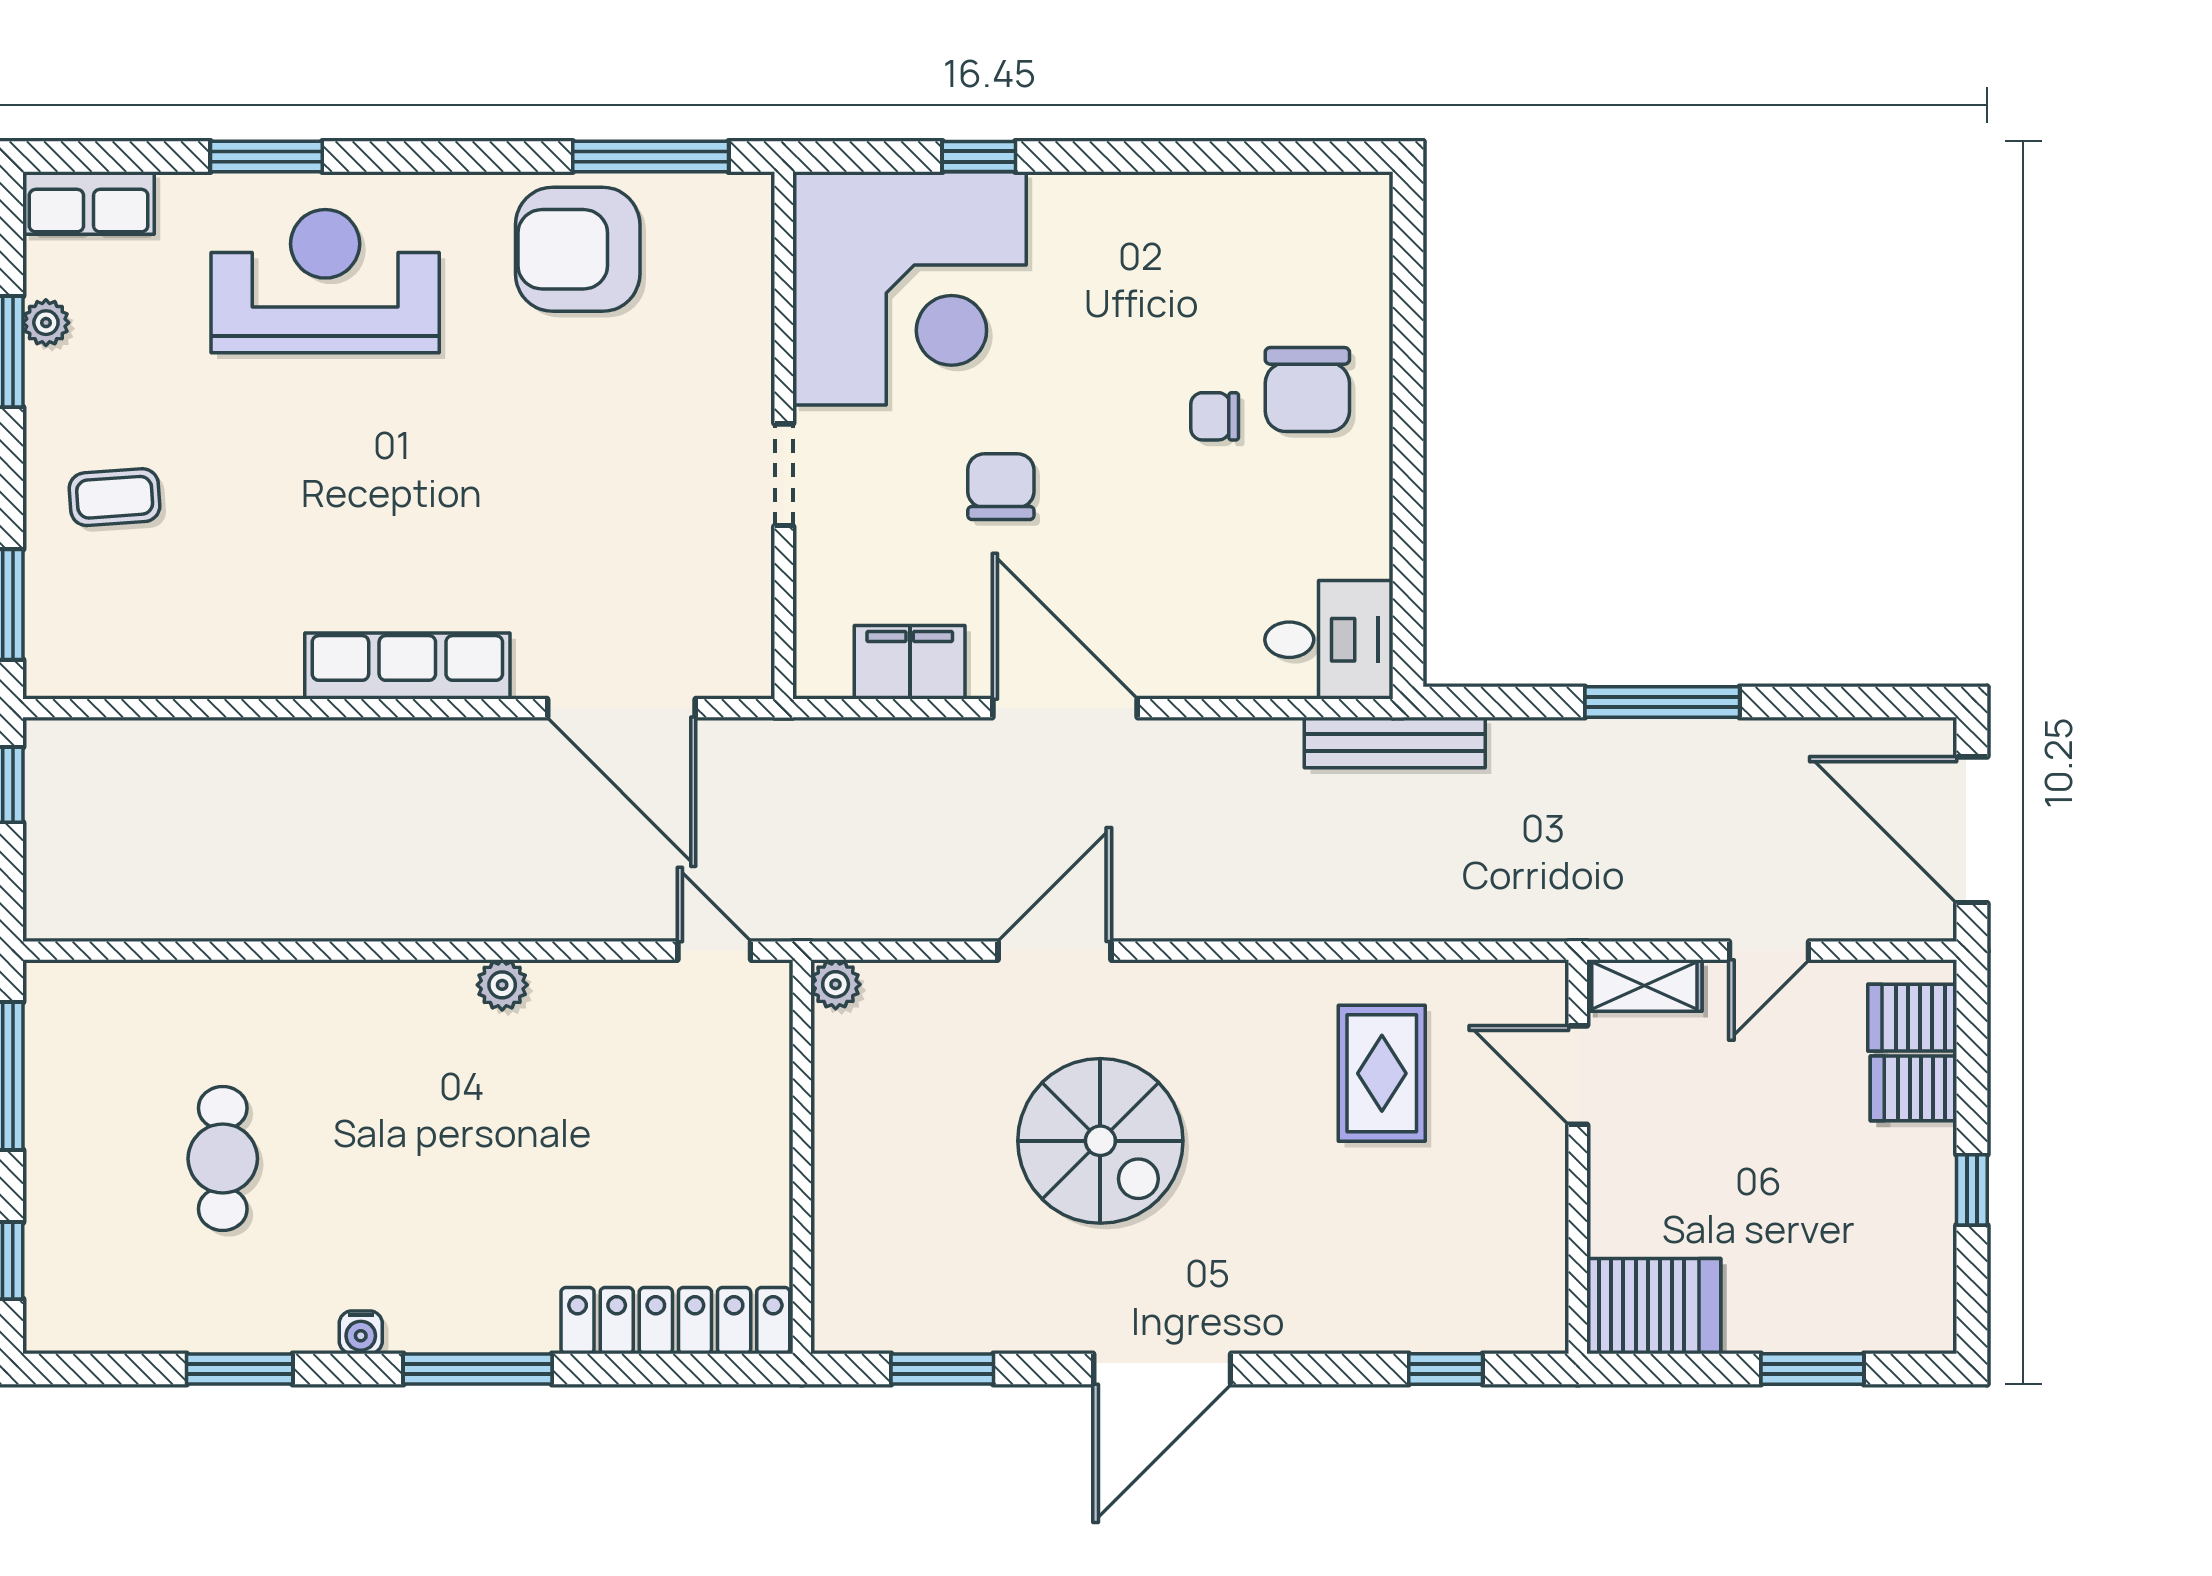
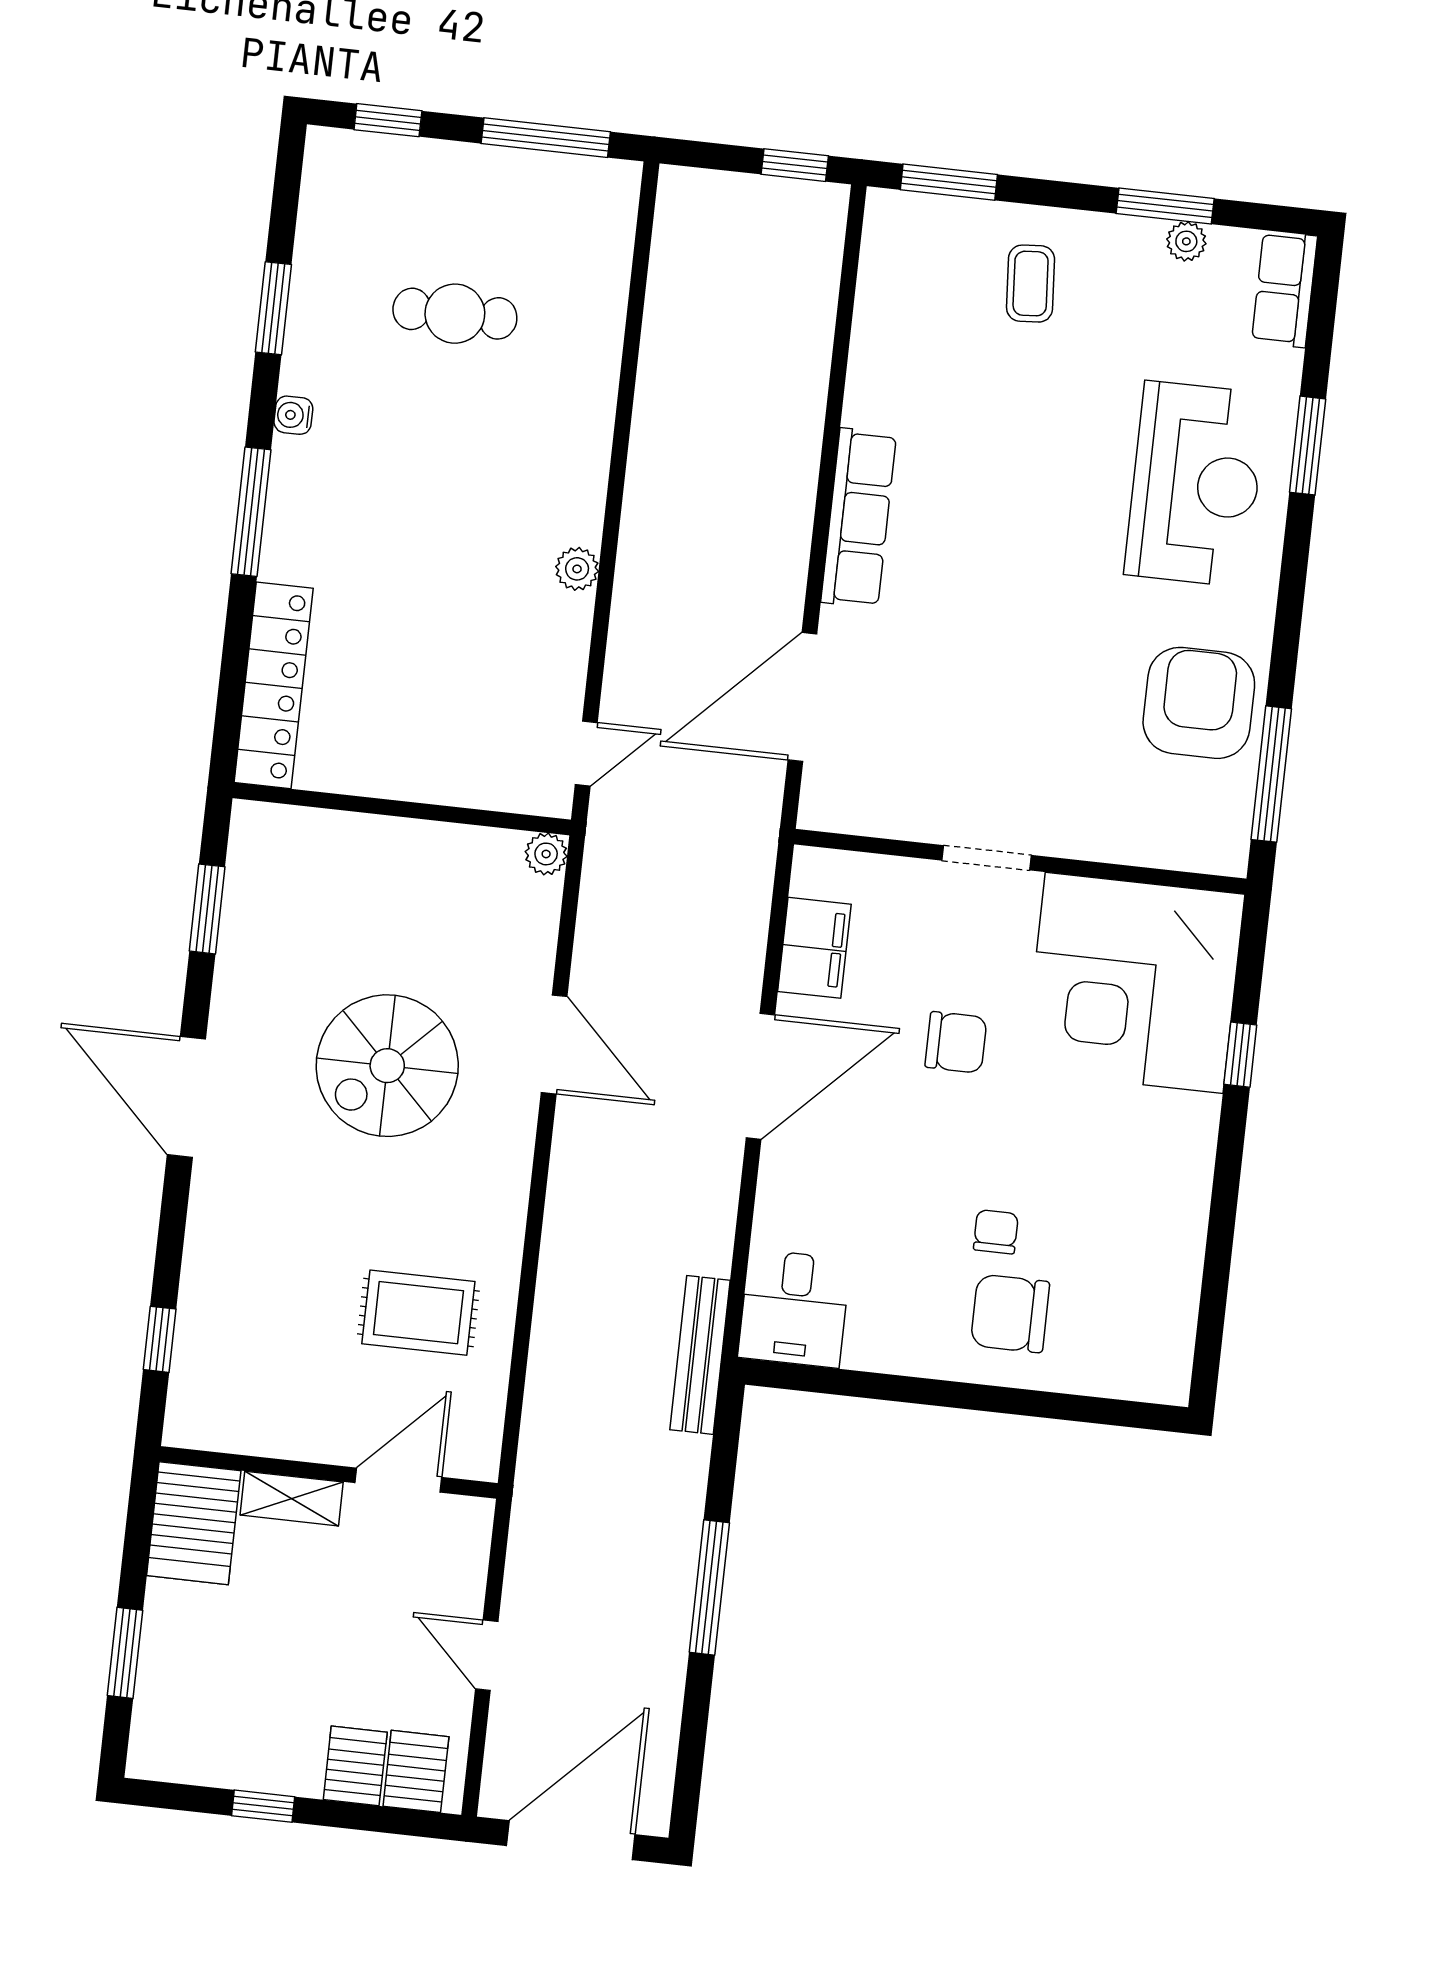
shelving: (1644, 986) -> (292, 1499), moved, turned 90

